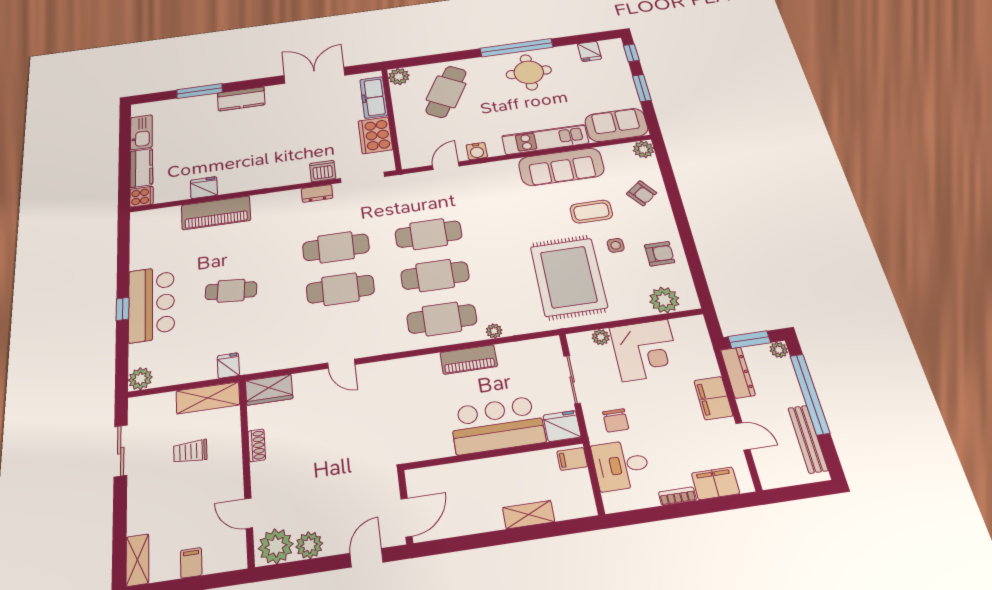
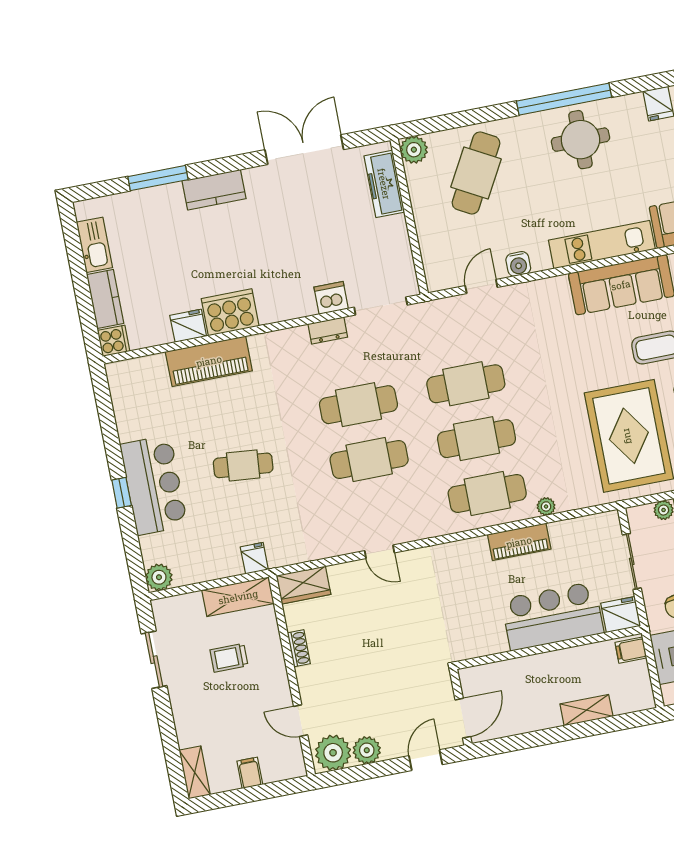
cooker: (375, 135) -> (230, 312), moved, turned 90

